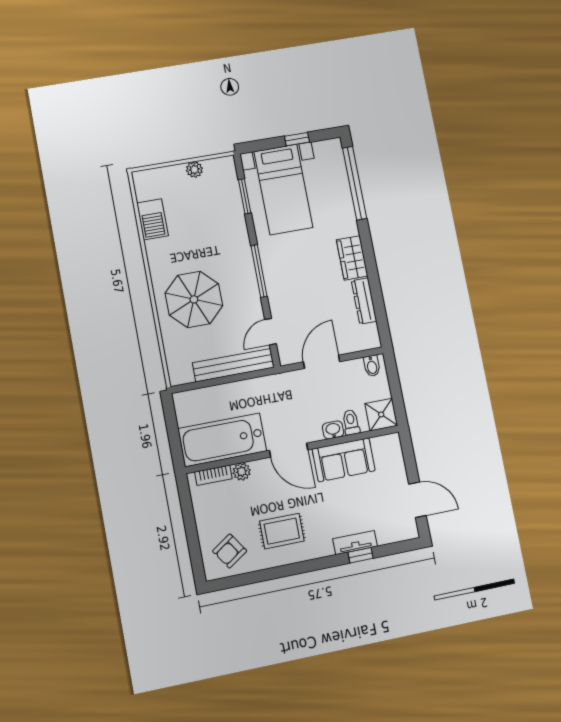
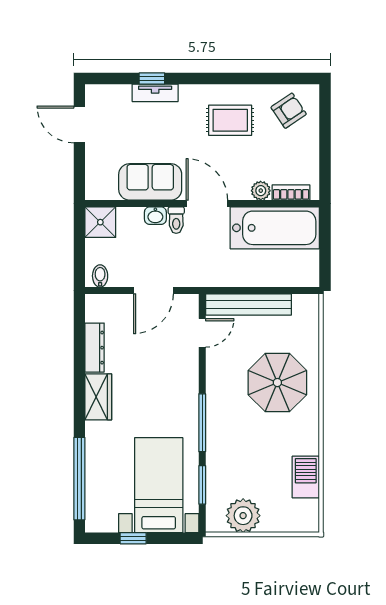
plant: (194, 170) -> (243, 516), width x1.88, depth x1.88
window: (259, 271) -> (202, 423), moved
toilet: (351, 422) -> (176, 220), moved

